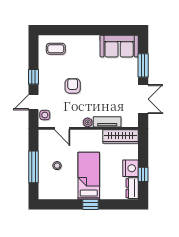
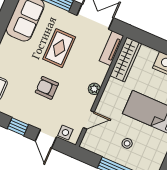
rug: (107, 82) -> (59, 48), added
tv unit: (107, 122) -> (111, 48), moved

